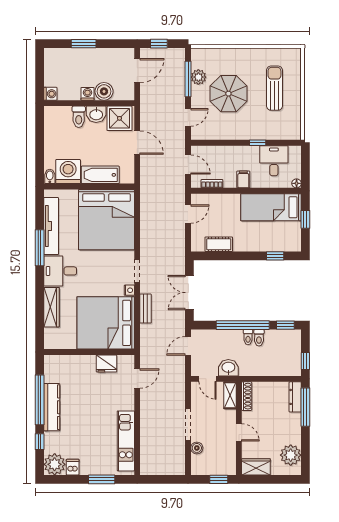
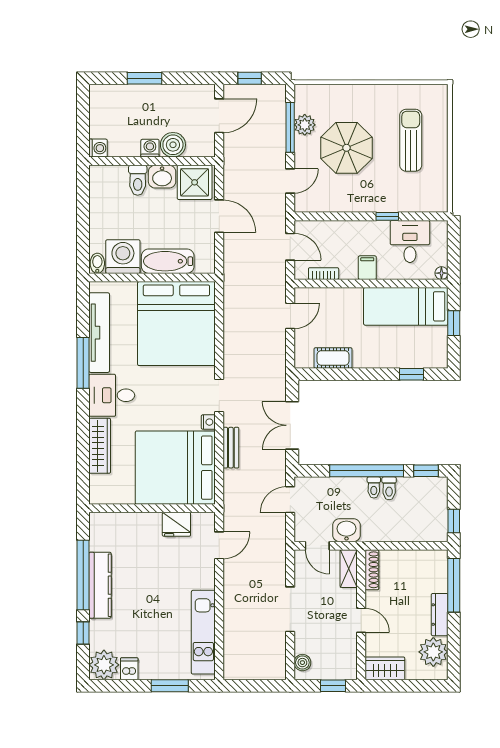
dresser: (295, 397) -> (440, 615), moved
boiler: (197, 448) -> (302, 663), moved

